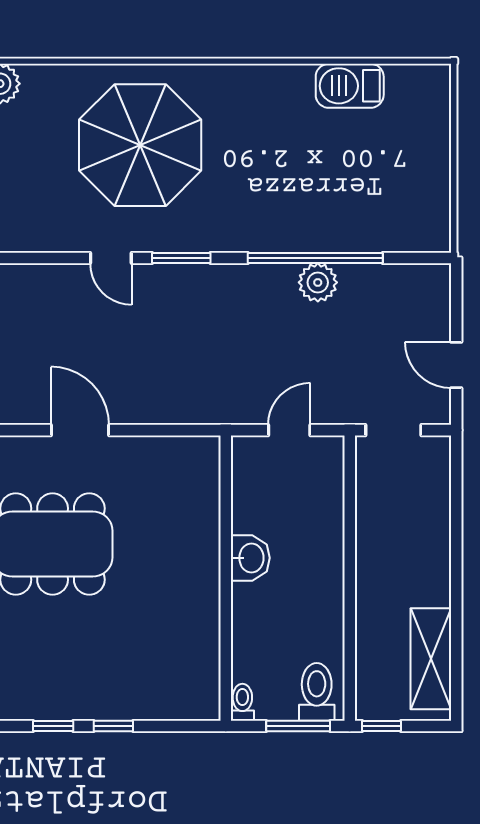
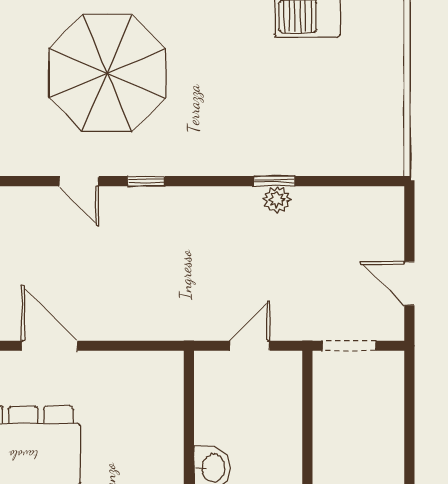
window: (181, 258) -> (146, 181), width x0.67
window: (315, 258) -> (274, 181), width x0.32
plant: (318, 282) -> (277, 199), width x0.73, depth x0.73

